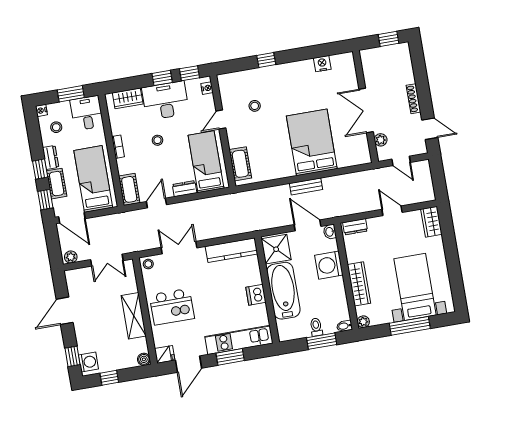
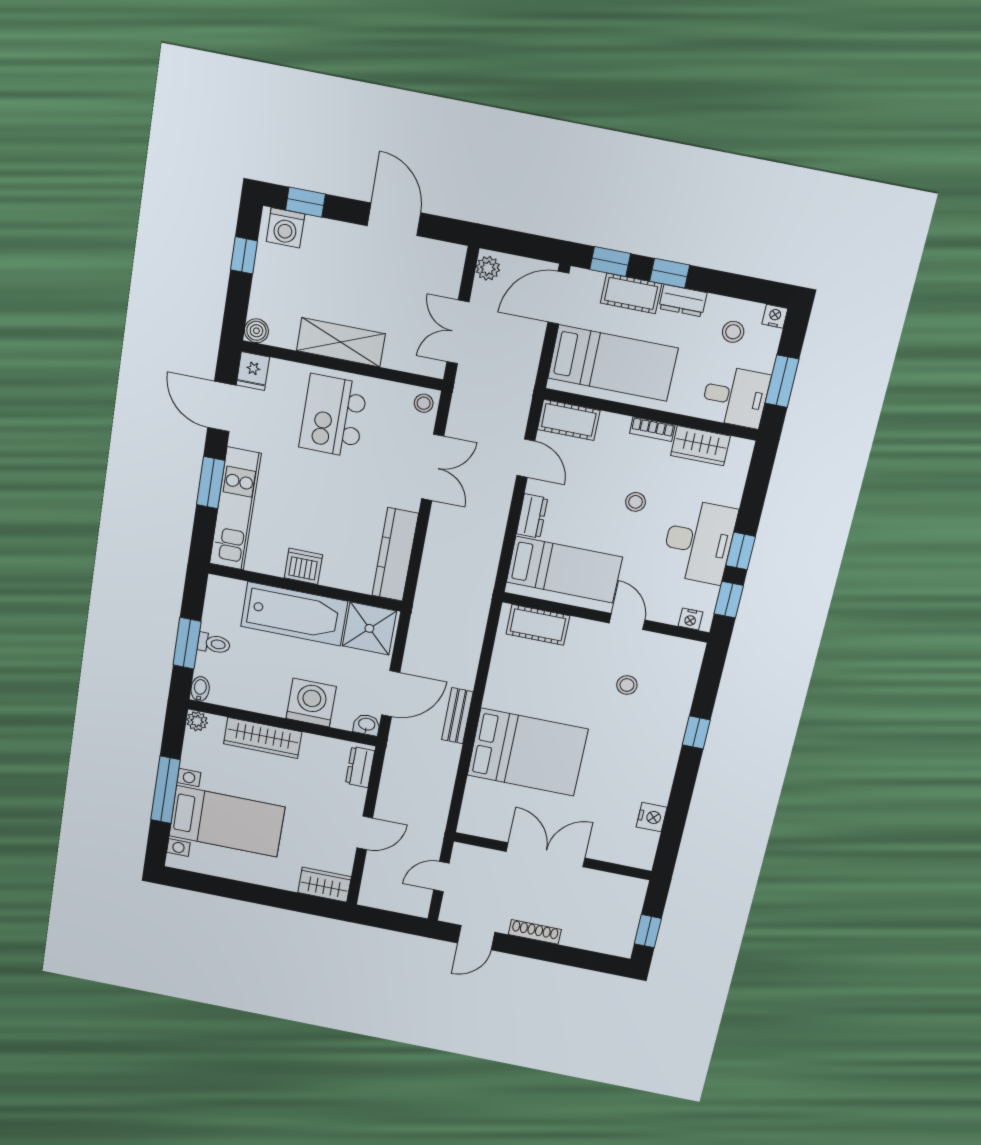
wardrobe: (128, 98) -> (700, 446), moved, turned -90
plant: (381, 140) -> (488, 859), removed

